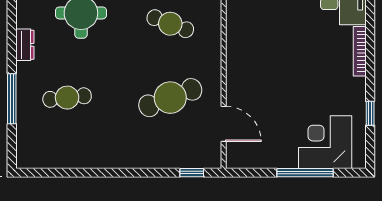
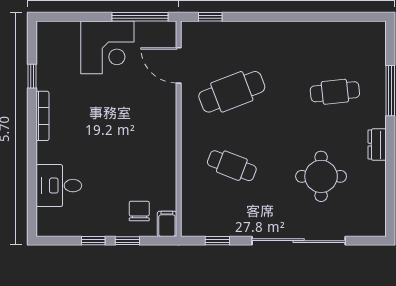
bookcase: (360, 51) -> (42, 116), moved
corner desk: (325, 142) -> (107, 47), moved
window: (305, 173) -> (140, 17), moved

